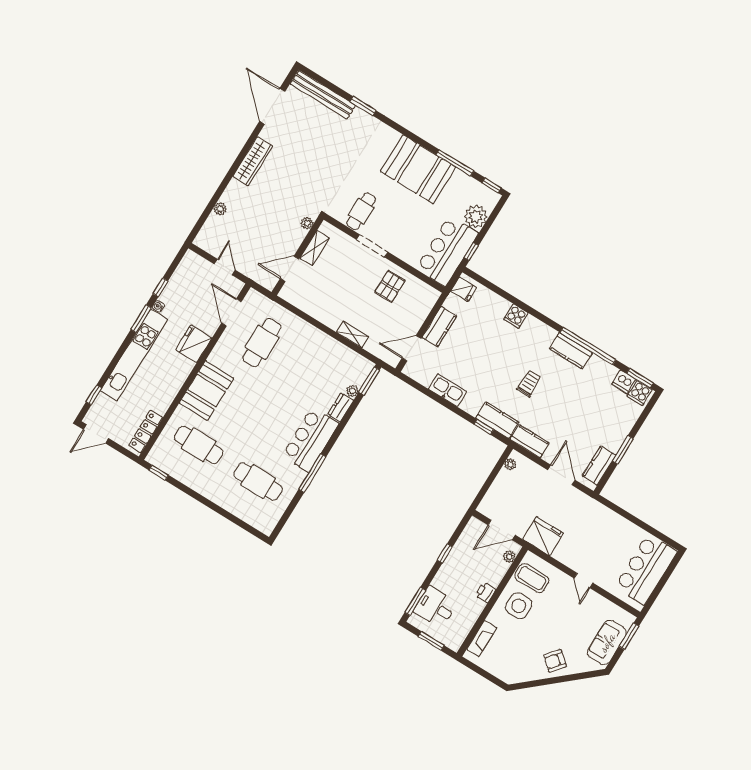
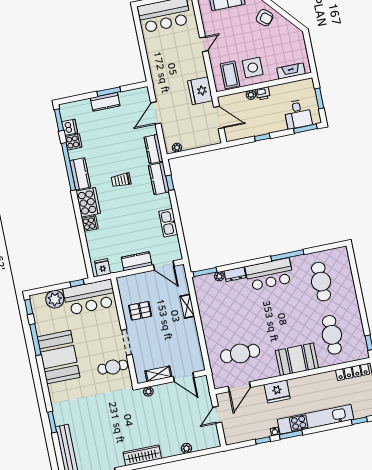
cooker: (537, 333) -> (88, 202), added
cooker: (640, 393) -> (73, 142), moved
kitchen counter: (599, 466) -> (105, 102), moved
plant: (509, 557) -> (251, 95), moved

